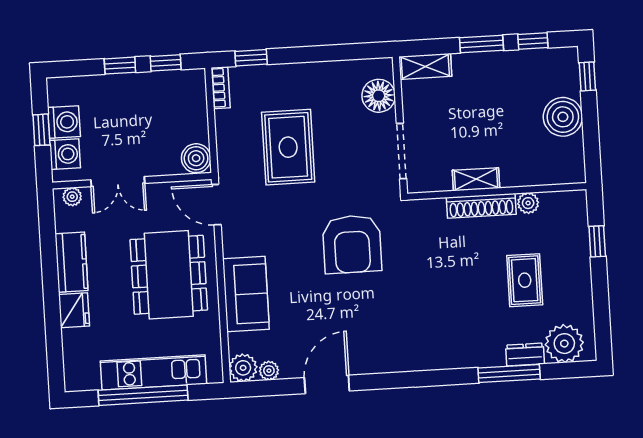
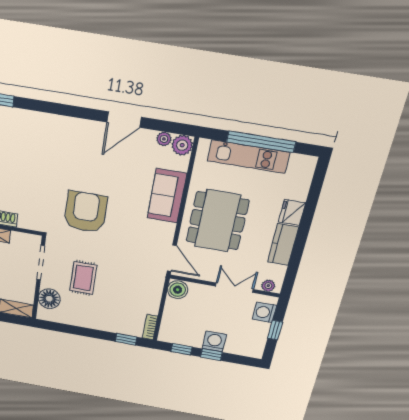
washing machine: (64, 122) -> (214, 342), moved, turned 90
rug: (288, 147) -> (83, 278), moved, width x0.73, depth x0.70

